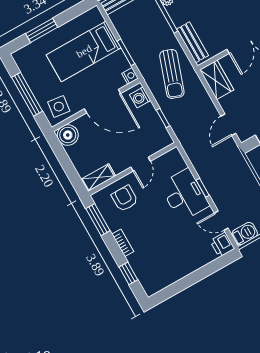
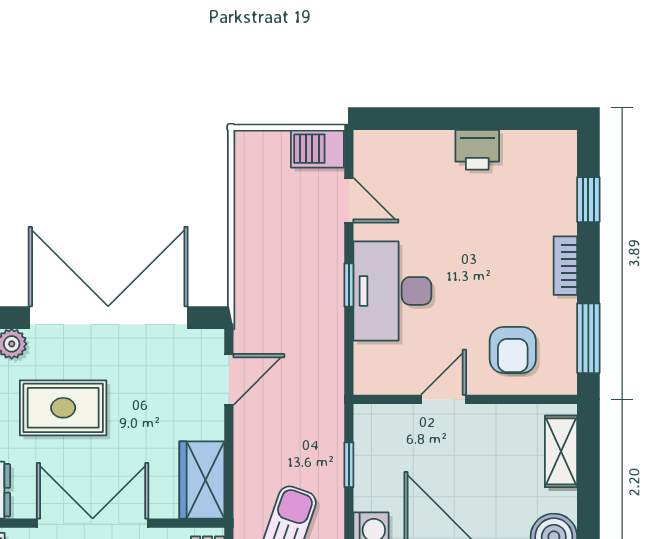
shelving: (98, 178) -> (561, 451), moved, turned 90
printer: (222, 245) -> (477, 150), moved, turned 90

